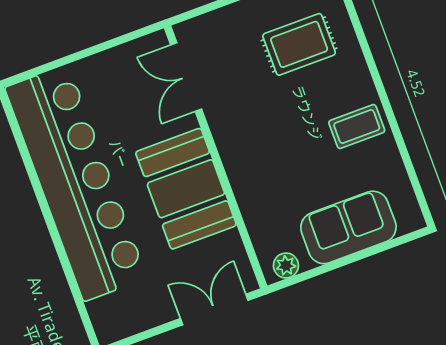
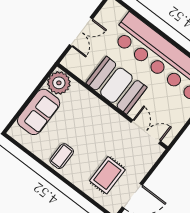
plant: (286, 266) -> (59, 83), width x1.88, depth x1.88
double door: (214, 309) -> (81, 32), moved

